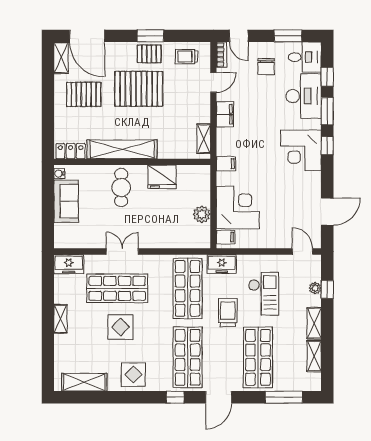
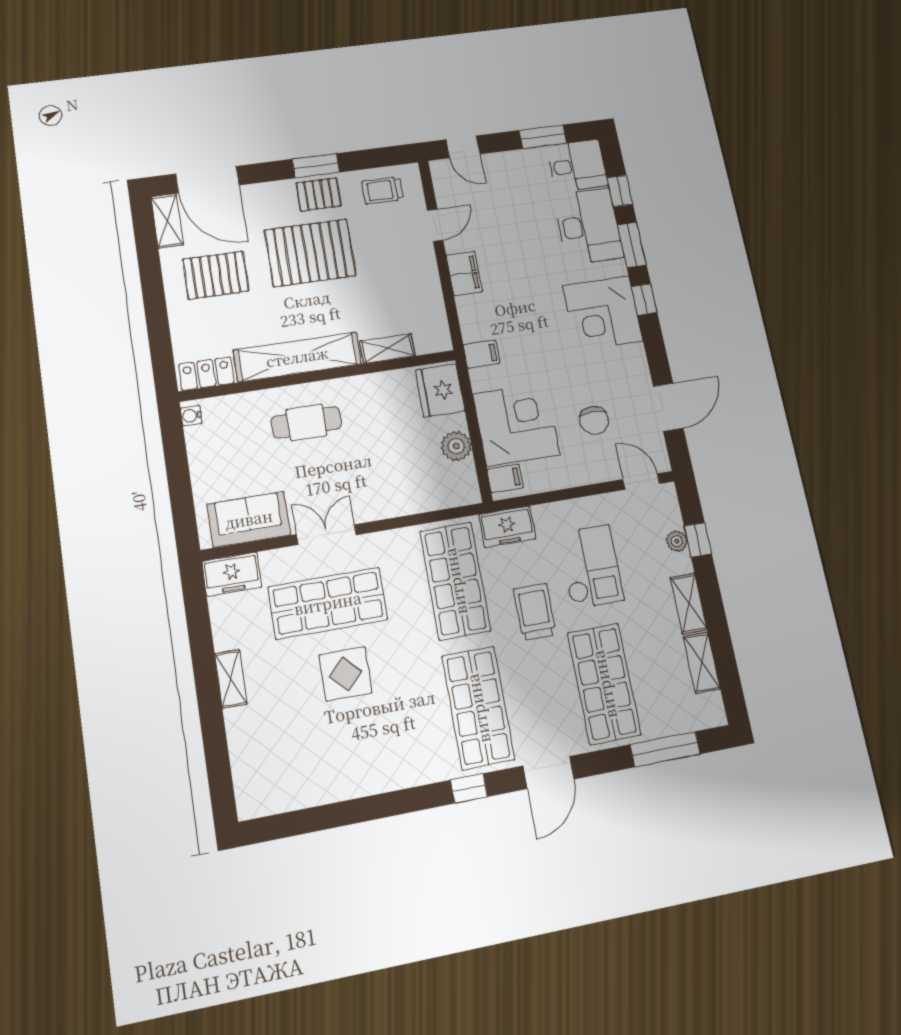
bookcase: (222, 55) -> (440, 180), removed
chair: (266, 66) -> (594, 420), moved
shelving: (204, 139) -> (387, 348), moved, turned 90
fridge: (162, 177) -> (440, 390), moved, turned 90
cafe table: (121, 188) -> (306, 422), turned 90
sofa: (66, 201) -> (249, 519), moved, turned -90
display table: (133, 375) -> (384, 760), removed
shelving: (84, 382) -> (294, 793), removed

